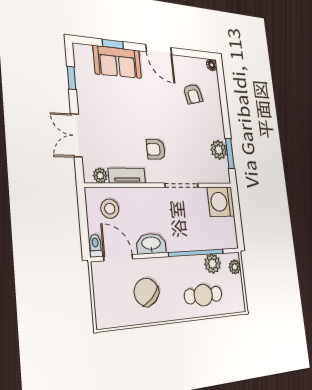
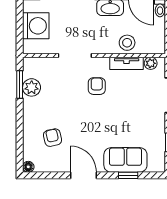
armchair: (156, 149) -> (97, 86), turned -90
washing machine: (221, 202) -> (36, 26), moved
stool: (110, 209) -> (127, 43), moved

